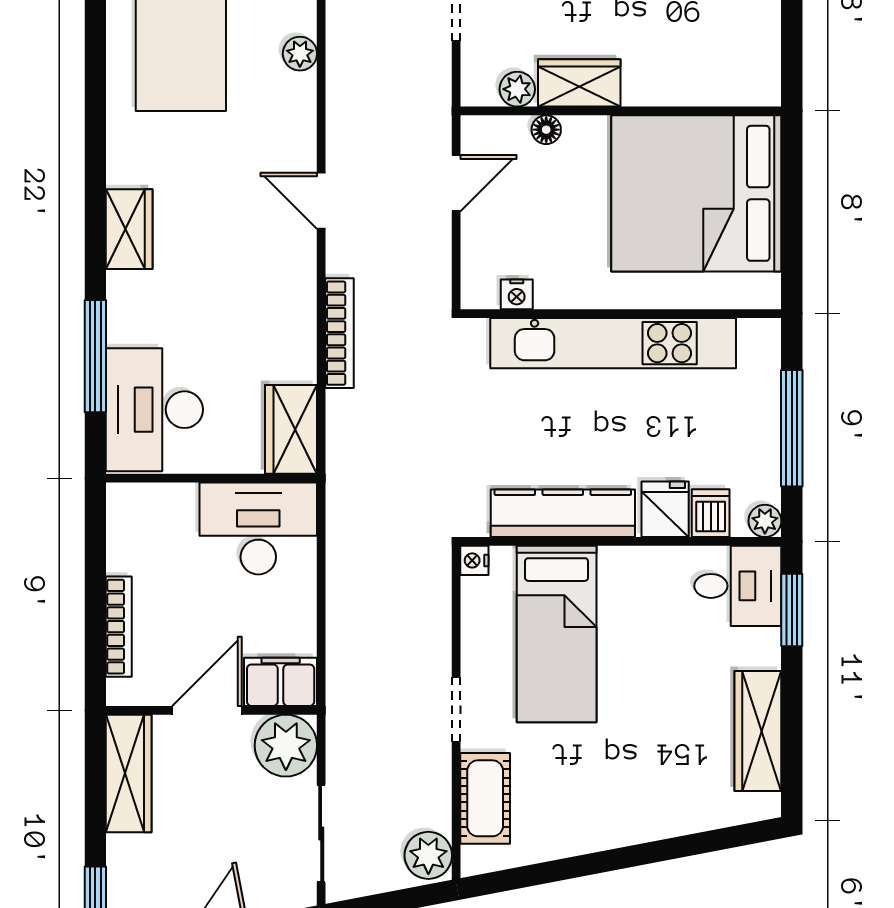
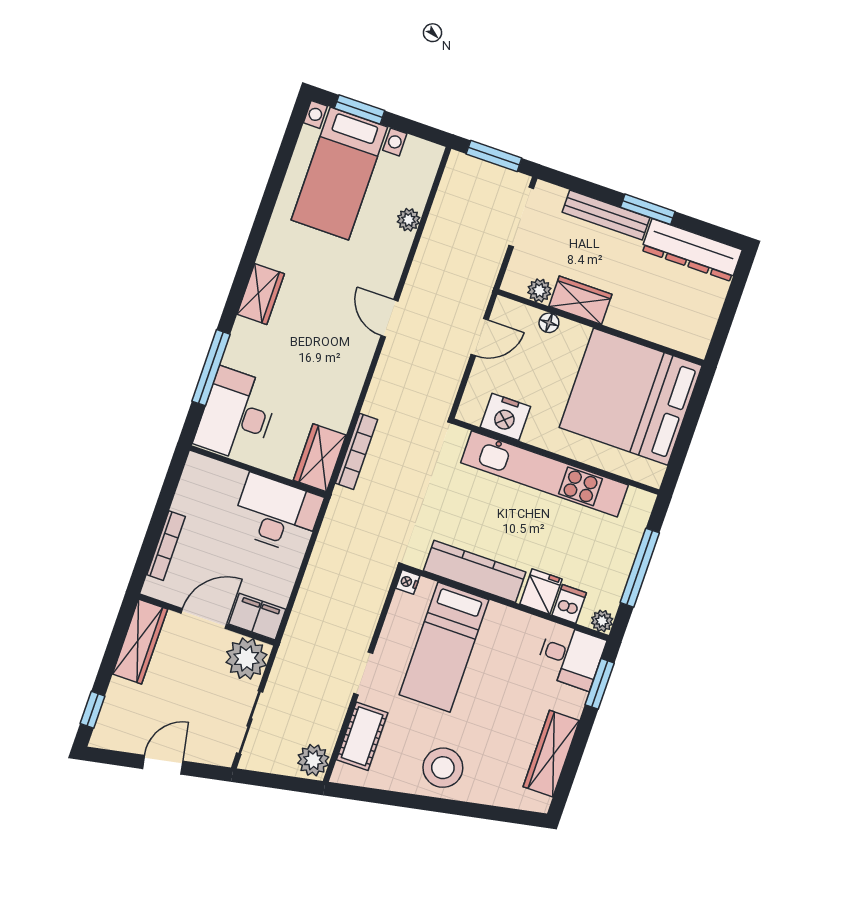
nightstand: (517, 294) -> (505, 417), width x1.89, depth x1.79
bookcase: (339, 333) -> (357, 451), moved
stool: (613, 803) -> (443, 768), added

